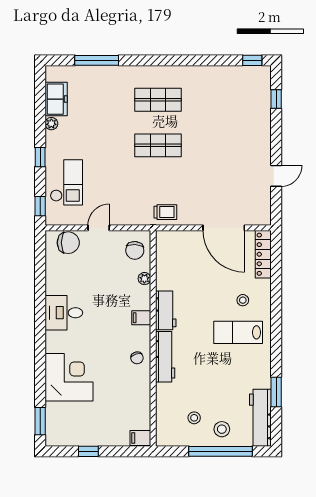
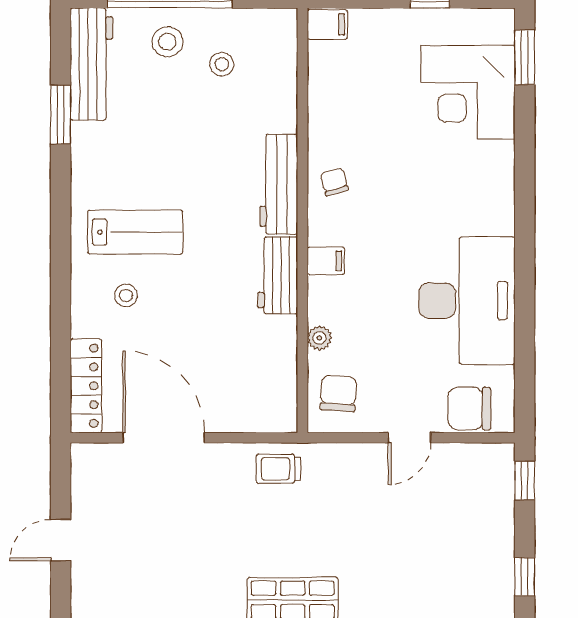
checkout: (66, 182) -> (473, 527), removed
desk: (64, 313) -> (467, 301), width x1.87, depth x1.30
corner desk: (69, 377) -> (468, 92), moved

